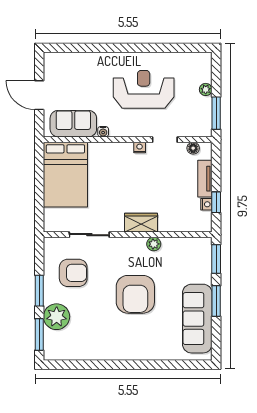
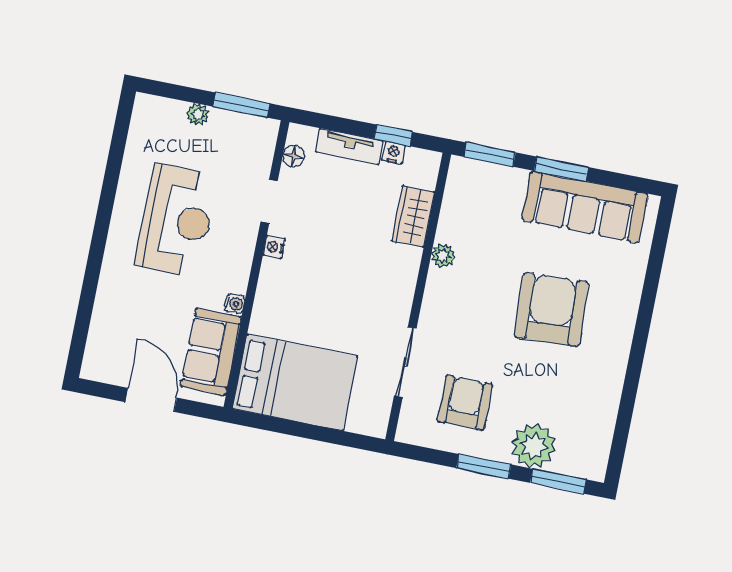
reception desk: (144, 89) -> (176, 220), turned 180
door: (39, 95) -> (151, 400), swing flipped
wardrobe: (141, 223) -> (413, 216), moved
armchair: (135, 294) -> (551, 310), moved, turned -93

